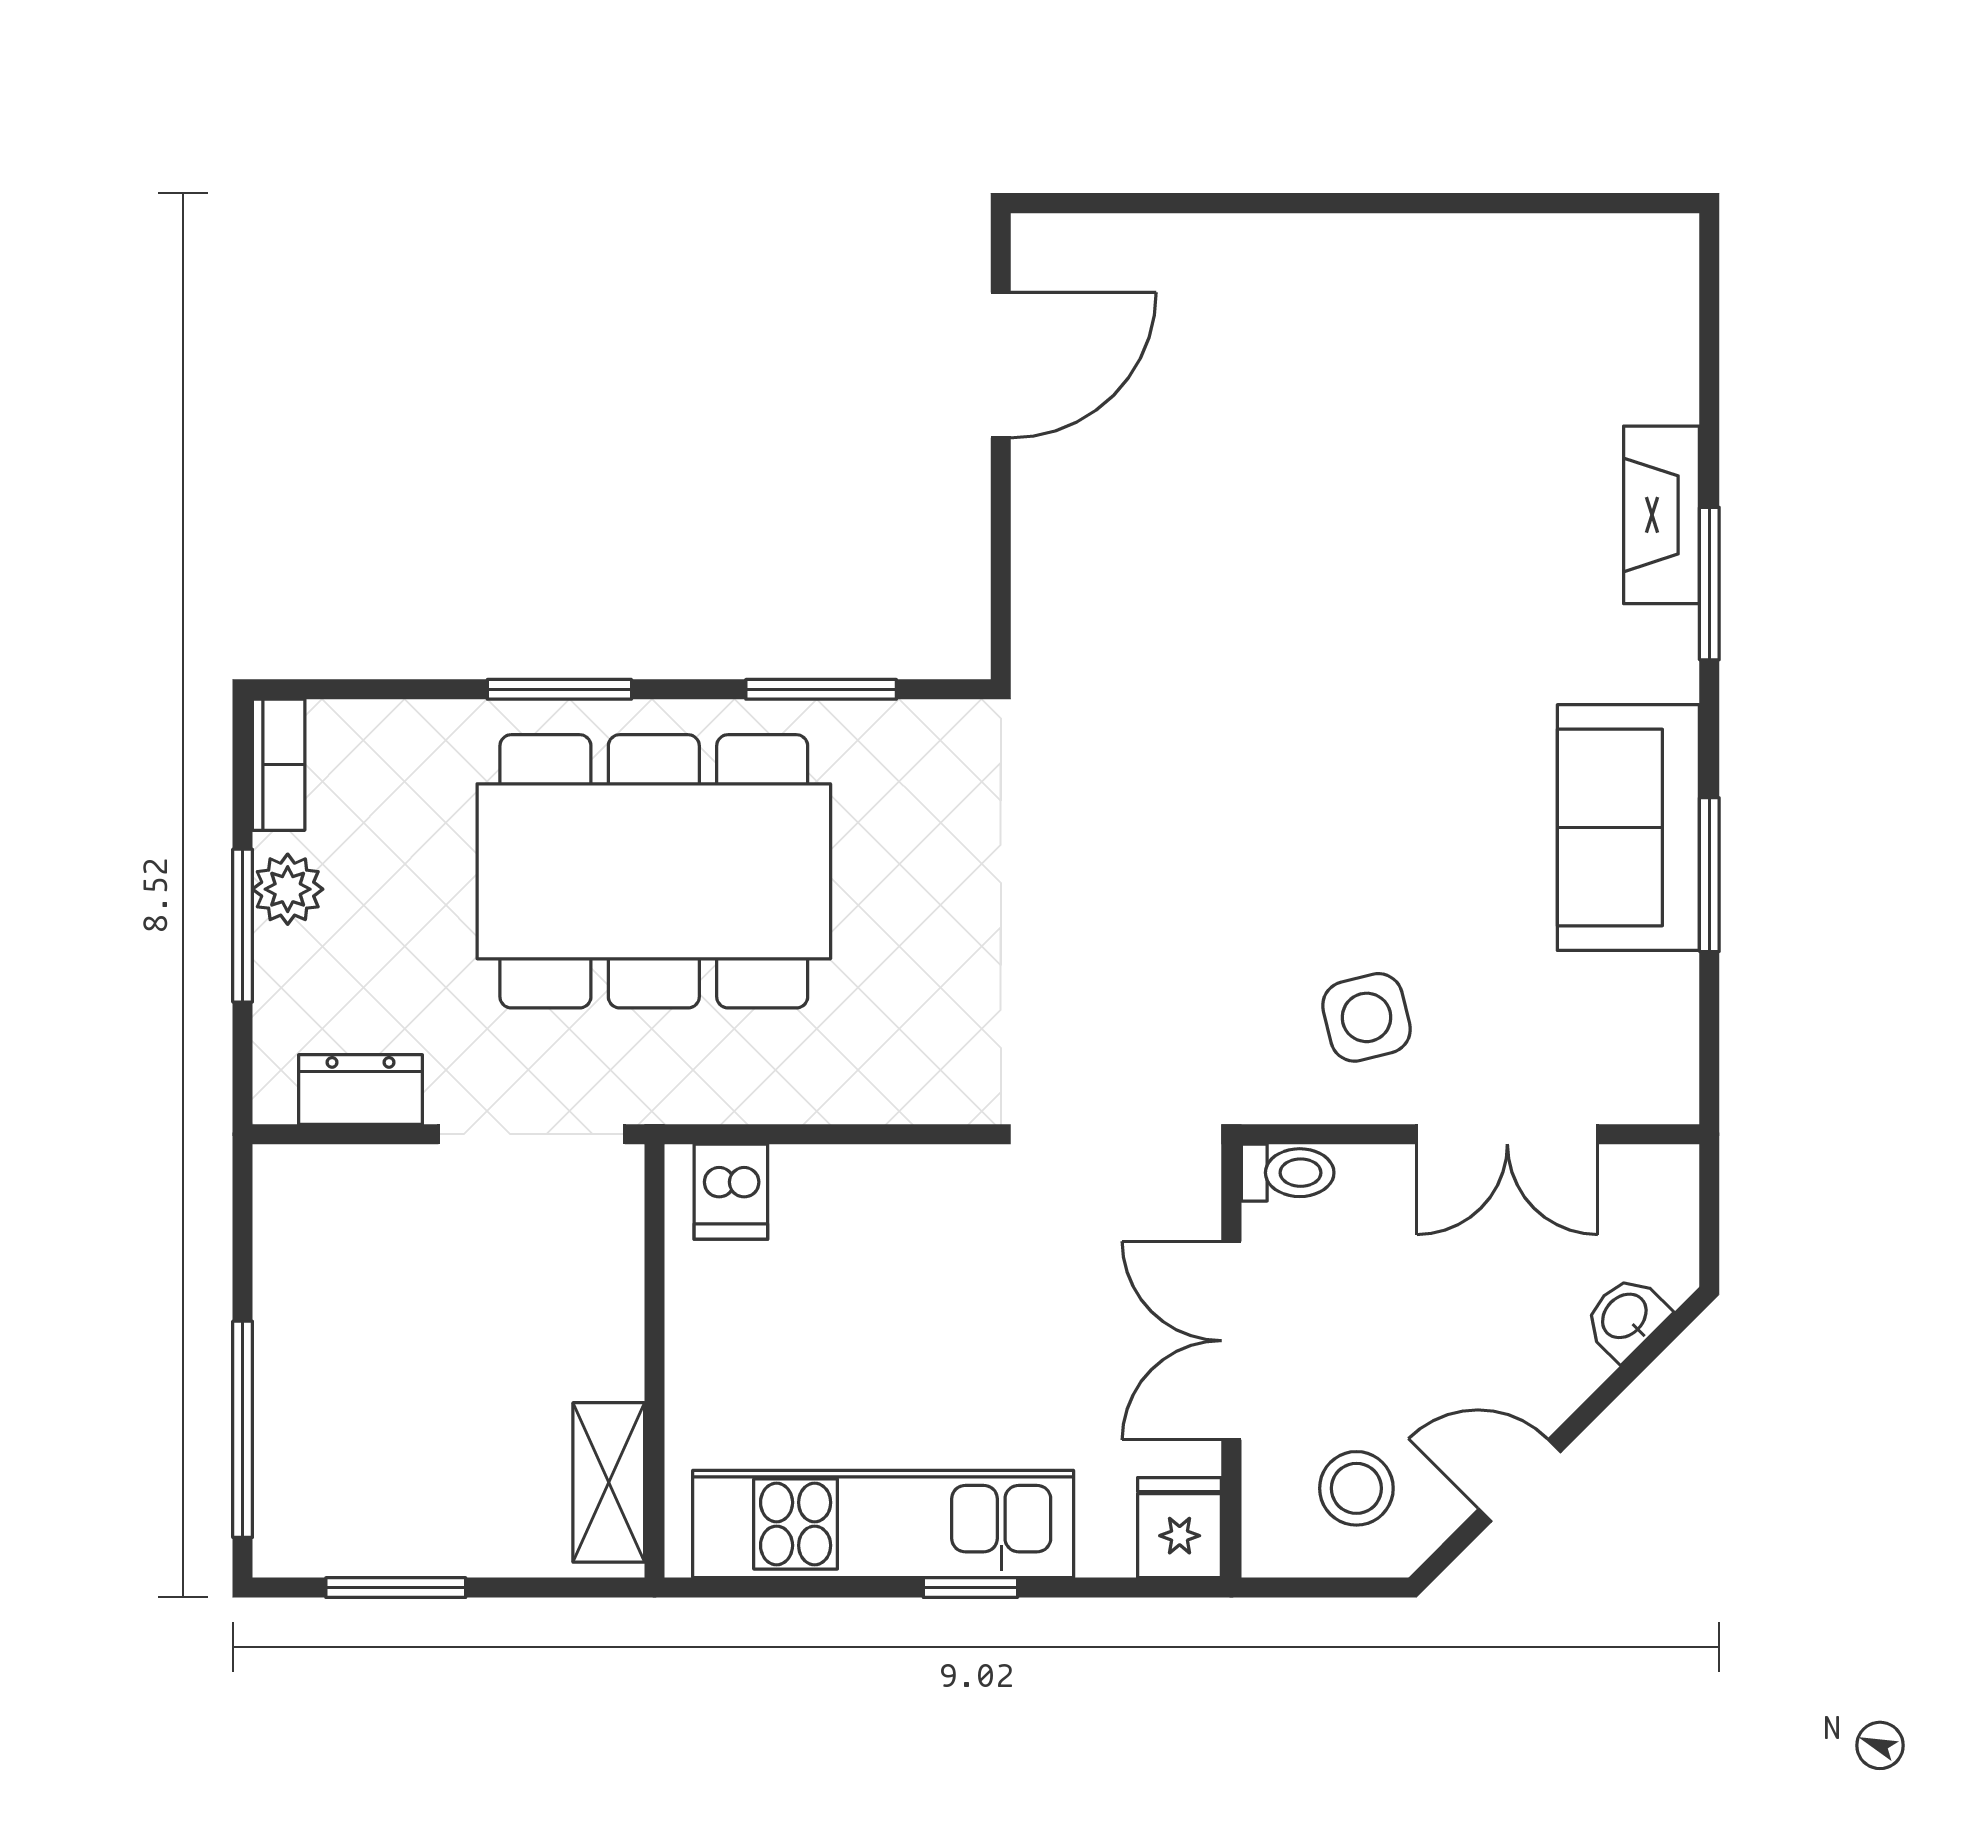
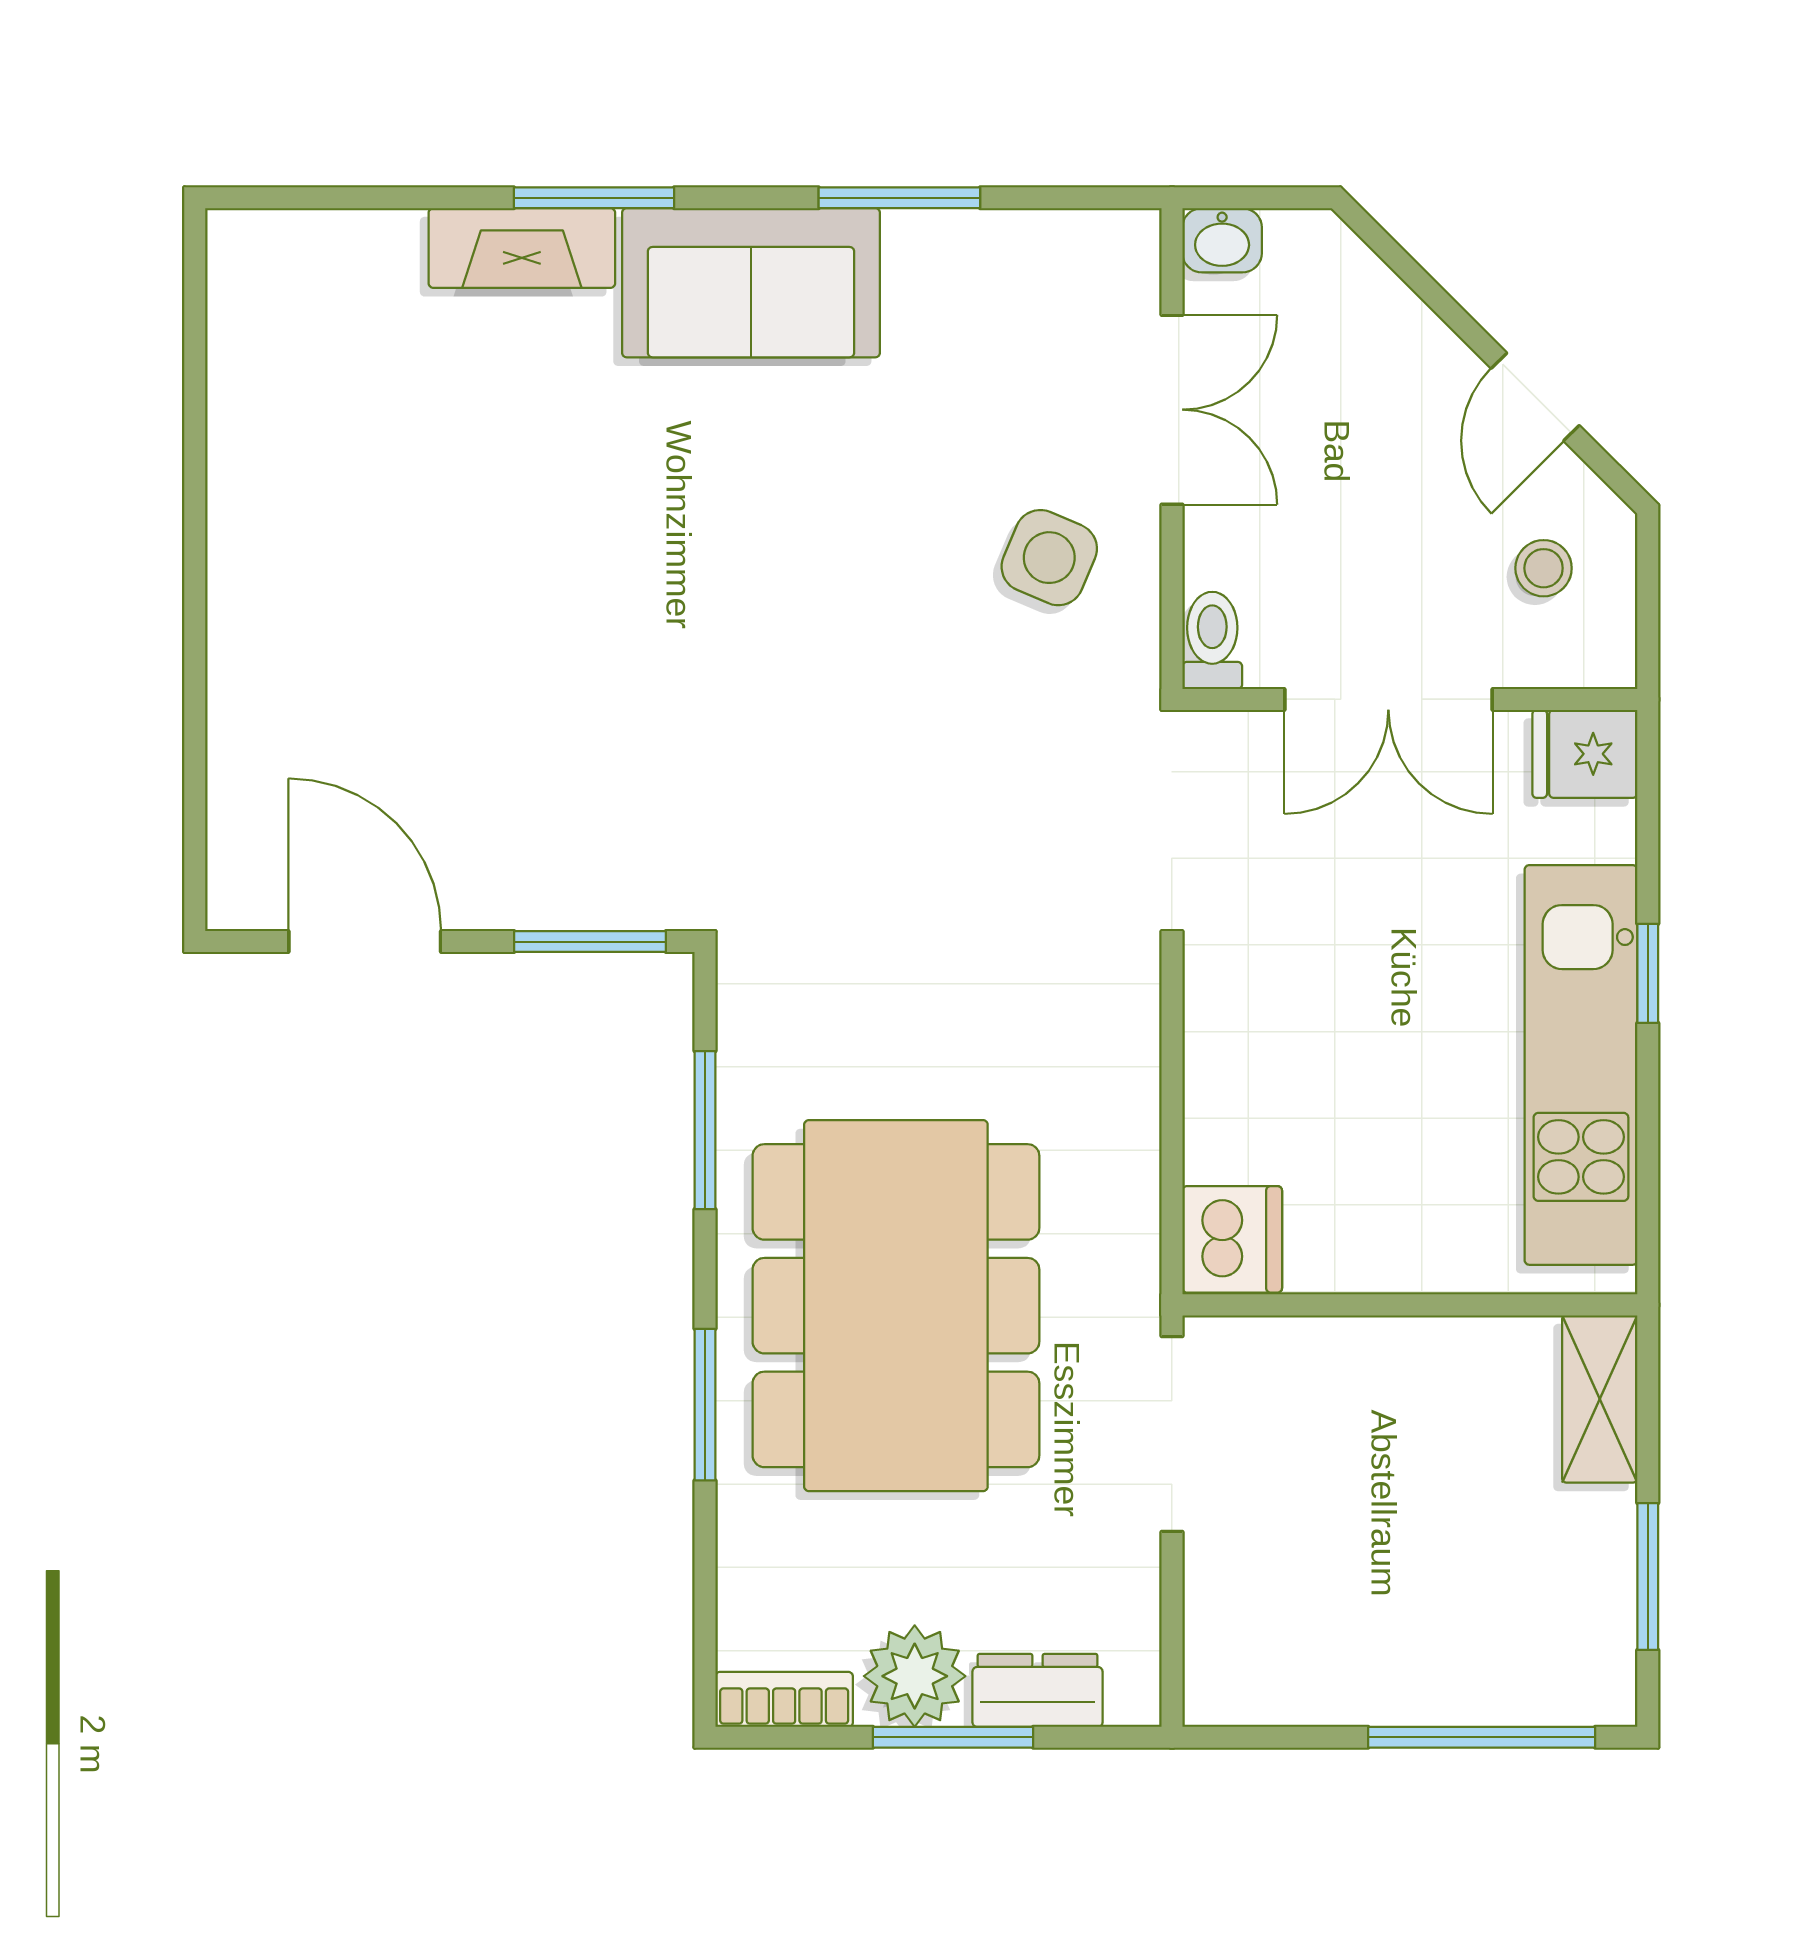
window: (1001, 580) -> (590, 942), added
sofa: (1628, 828) -> (751, 283), moved
plant: (288, 889) -> (915, 1676), width x1.38, depth x1.38
side table: (1367, 1017) -> (1049, 558), turned 37
dresser: (361, 1090) -> (1038, 1690), moved, turned 90
dishwasher: (731, 1192) -> (1232, 1239), width x1.38
washbasin: (1626, 1317) -> (1222, 240), moved, turned -45
shelving: (609, 1482) -> (1600, 1399), moved, turned 90
stool: (1356, 1488) -> (1544, 568), width x0.73, depth x0.73

